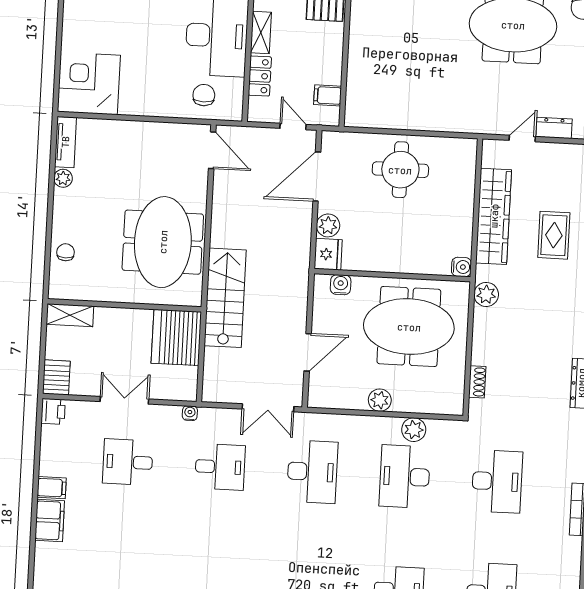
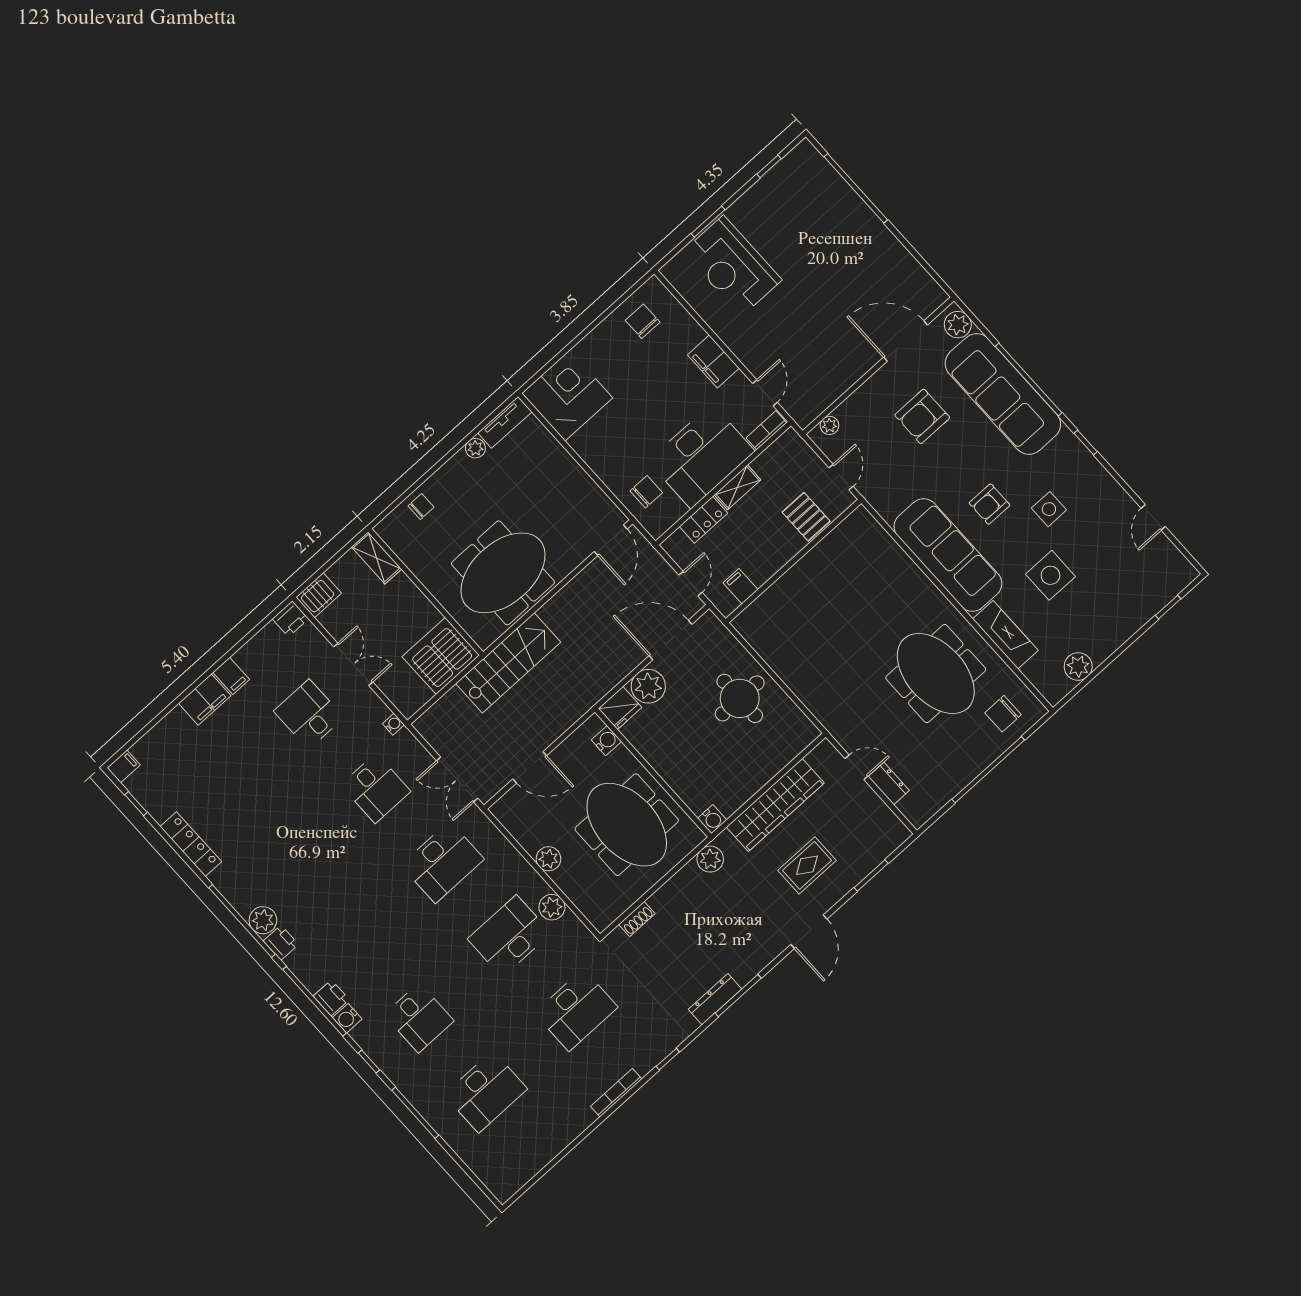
plant: (328, 225) -> (648, 686), width x1.36, depth x1.36

